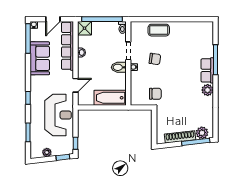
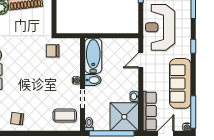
shower: (85, 28) -> (124, 117), width x1.86, depth x1.86
coffee table: (159, 30) -> (65, 116), moved
row of seats: (67, 46) -> (150, 111), width x0.73
sofa: (40, 58) -> (180, 83), width x1.36
chair: (155, 59) -> (17, 119), moved
bathtub: (110, 98) -> (93, 56), moved, turned -90

